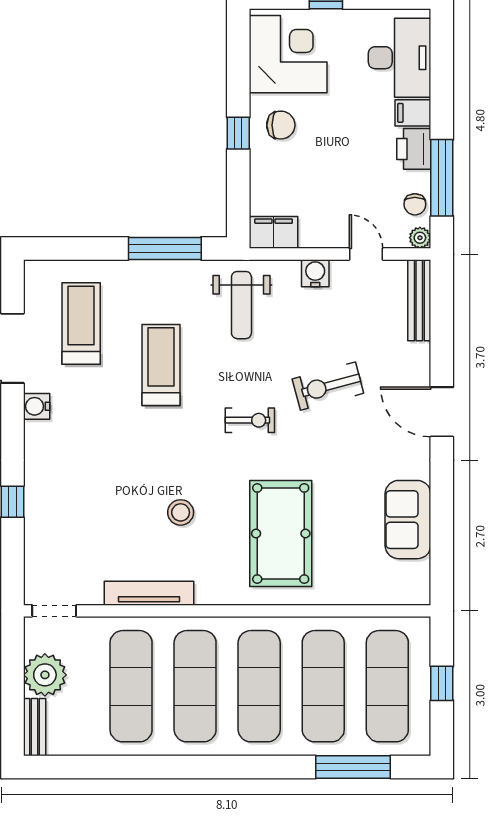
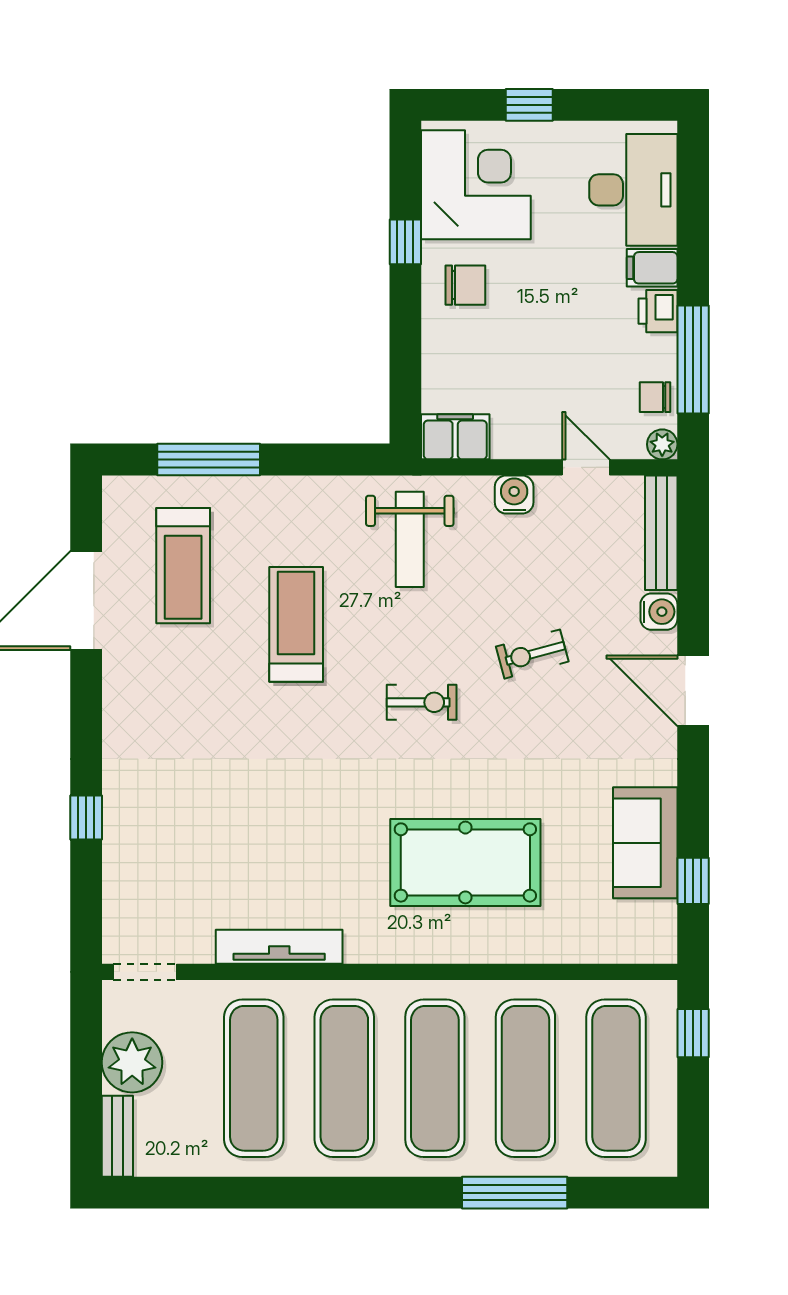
window: (238, 133) -> (405, 242), moved
printer: (414, 149) -> (658, 311), width x0.73, depth x0.81
chair: (415, 204) -> (655, 397), turned 90
window: (165, 248) -> (209, 459), moved
treadmill: (81, 324) -> (183, 566), turned 180
exercise bike: (328, 386) -> (532, 654), width x0.73, depth x0.72
water cooler: (37, 406) -> (659, 612), moved, turned 180
stool: (181, 512) -> (324, 833), removed
pool table: (281, 534) -> (465, 862), turned 90
window: (442, 547) -> (693, 881), added
window: (442, 683) -> (693, 1033), moved
window: (353, 767) -> (515, 1193), moved

